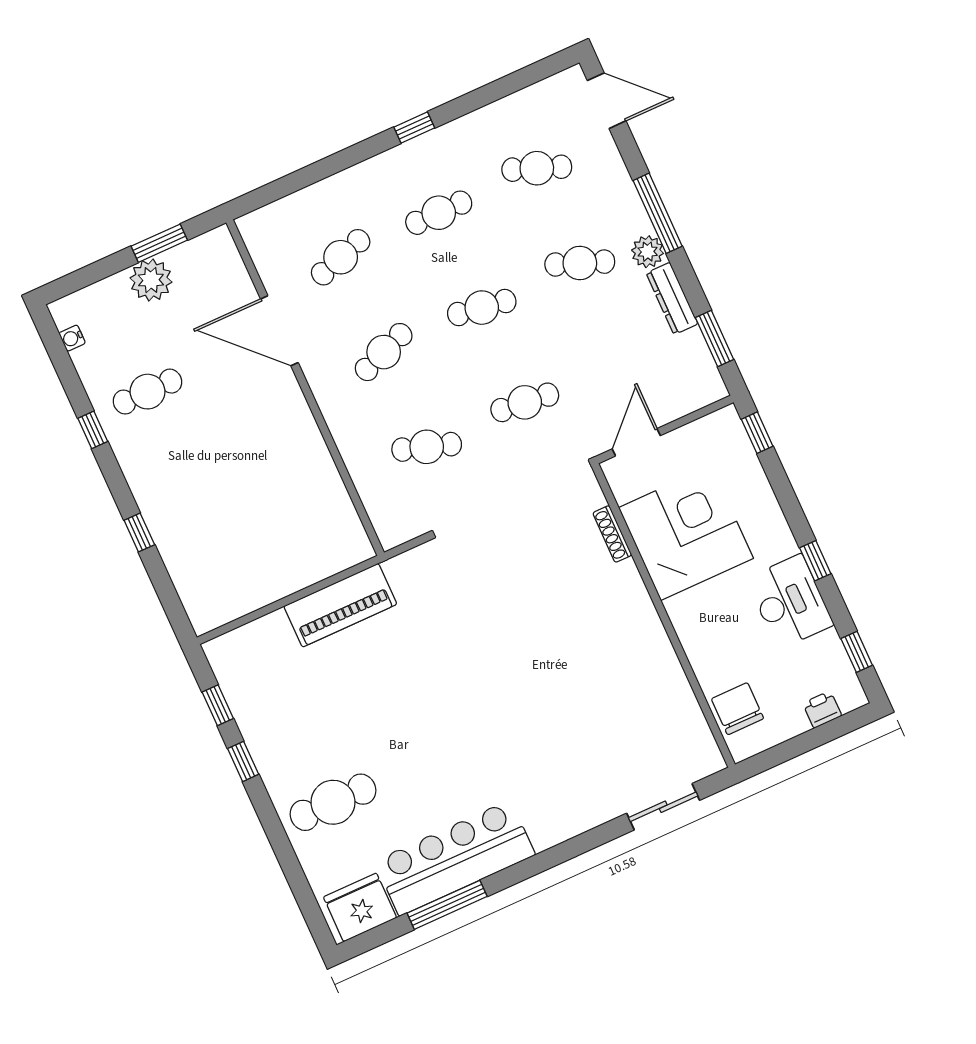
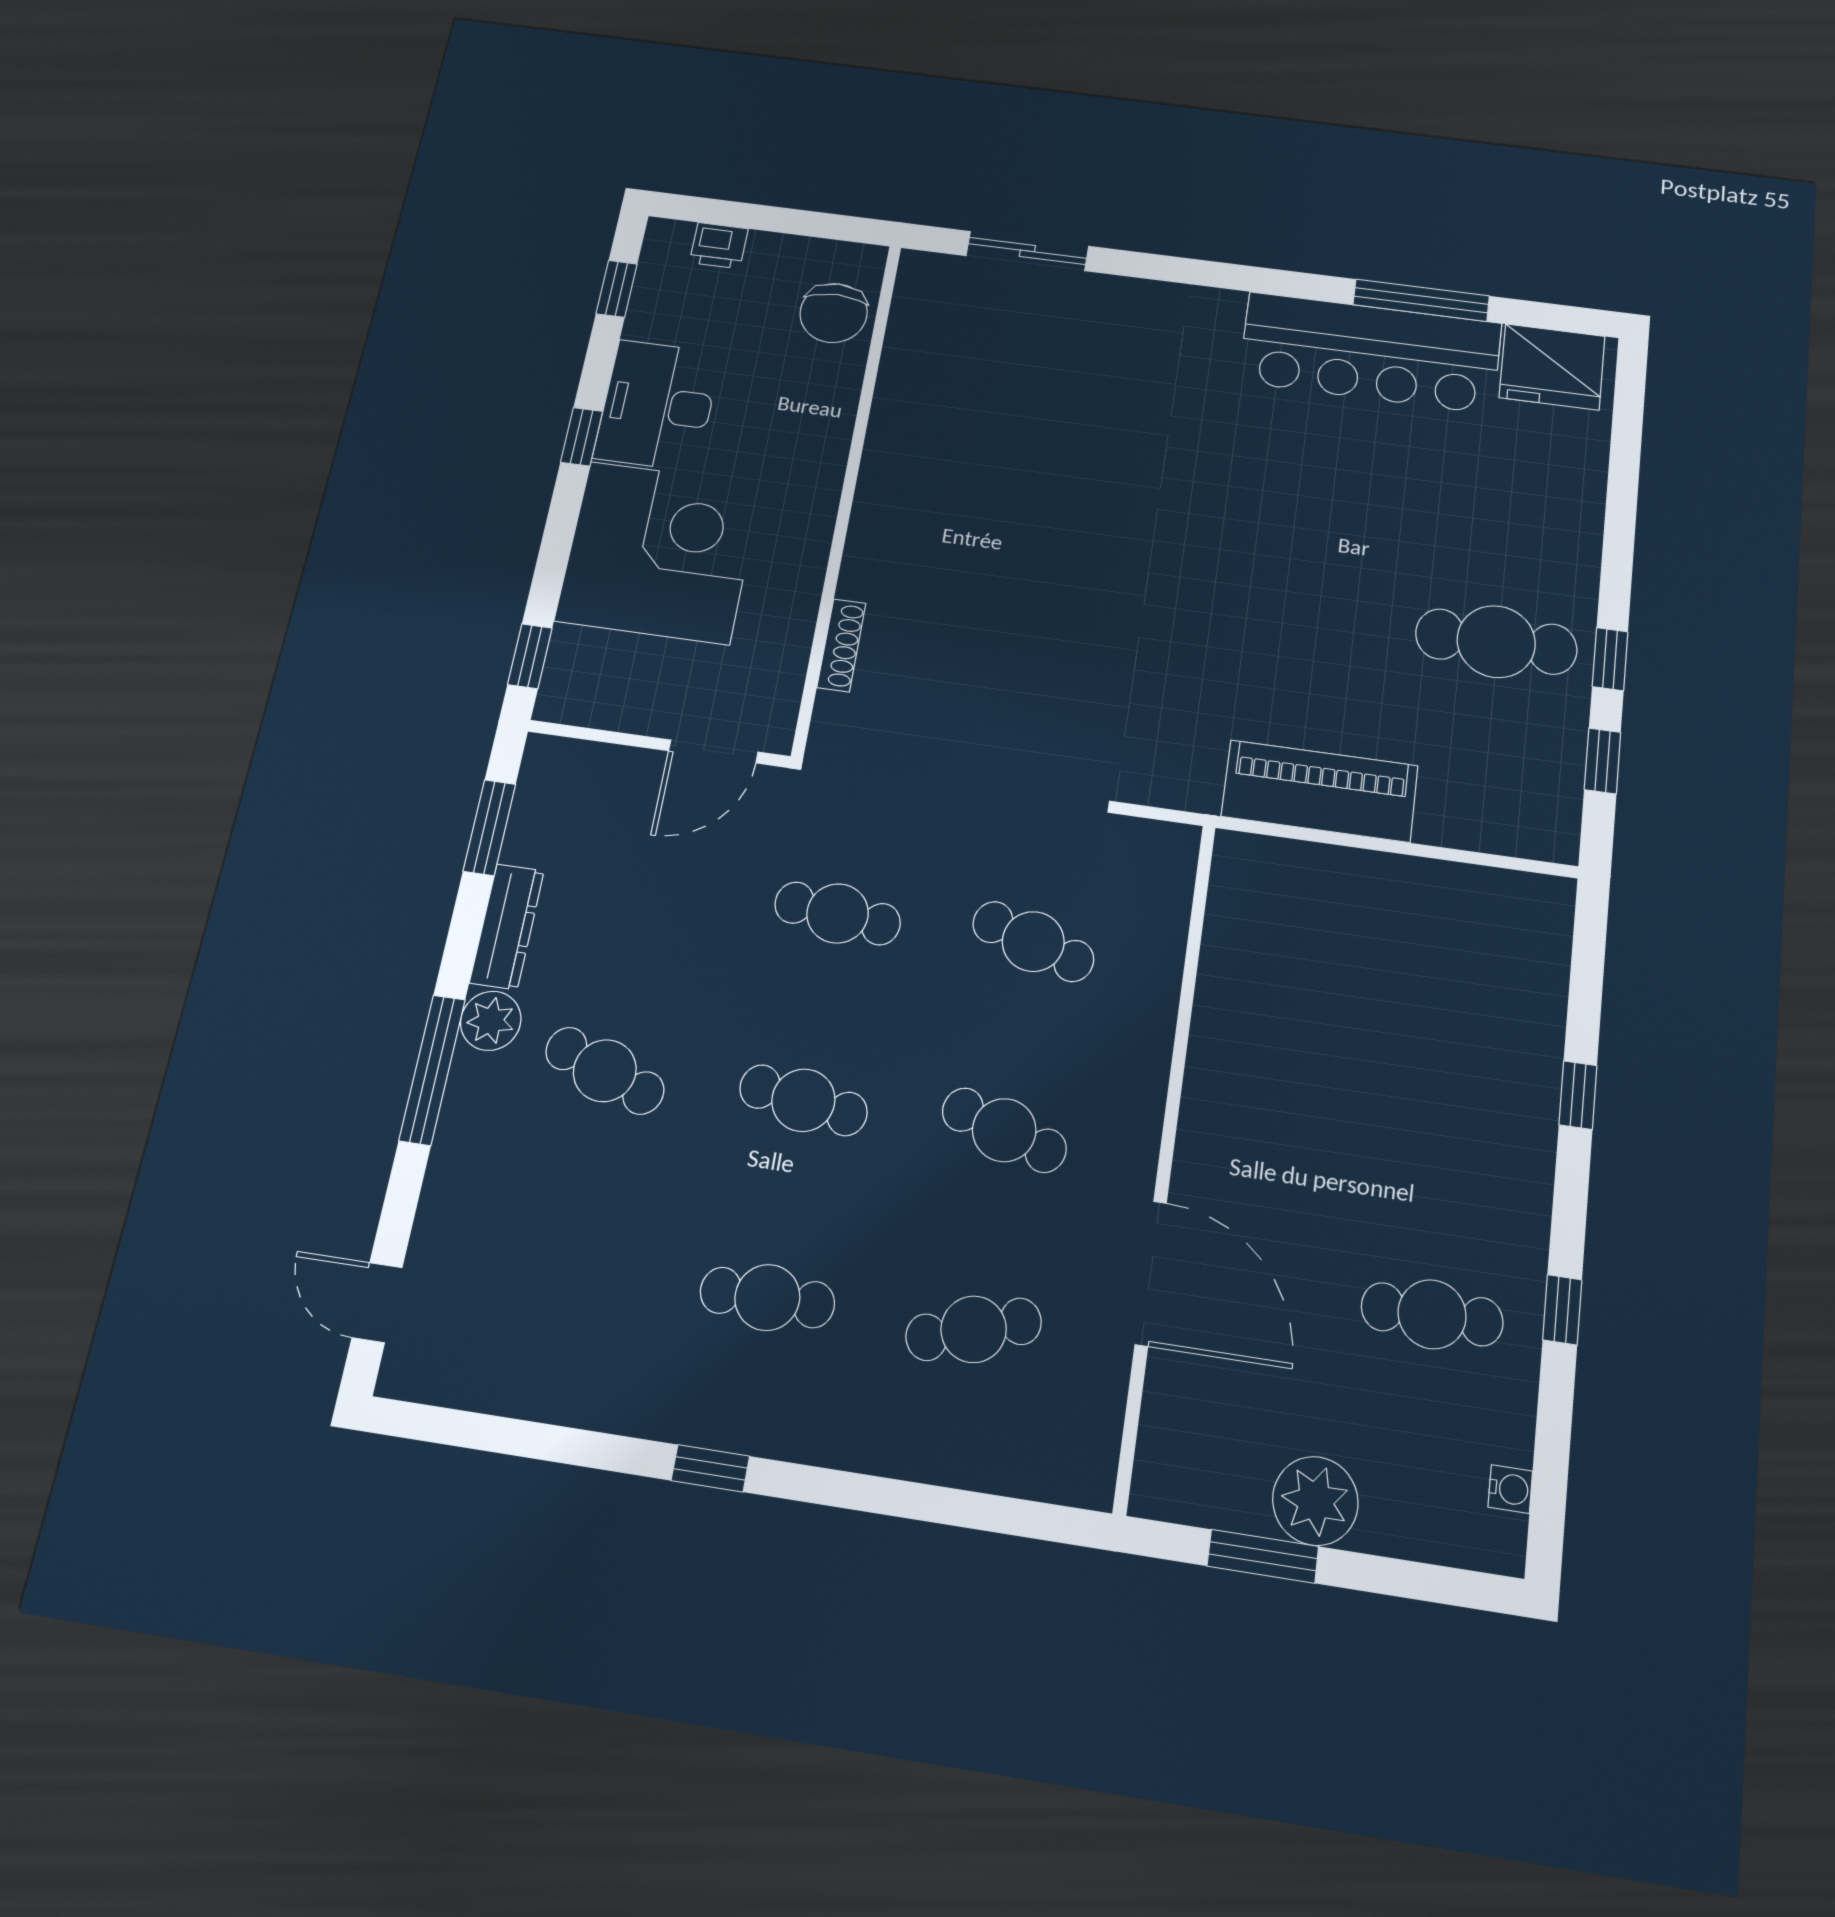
door: (607, 101) -> (377, 1303), width x0.73
cafe table: (537, 168) -> (563, 1266), removed
cafe table: (384, 352) -> (1004, 1130), turned 39
corner desk: (686, 533) -> (659, 552), moved, turned 180
cafe table: (333, 802) -> (1496, 642), moved

